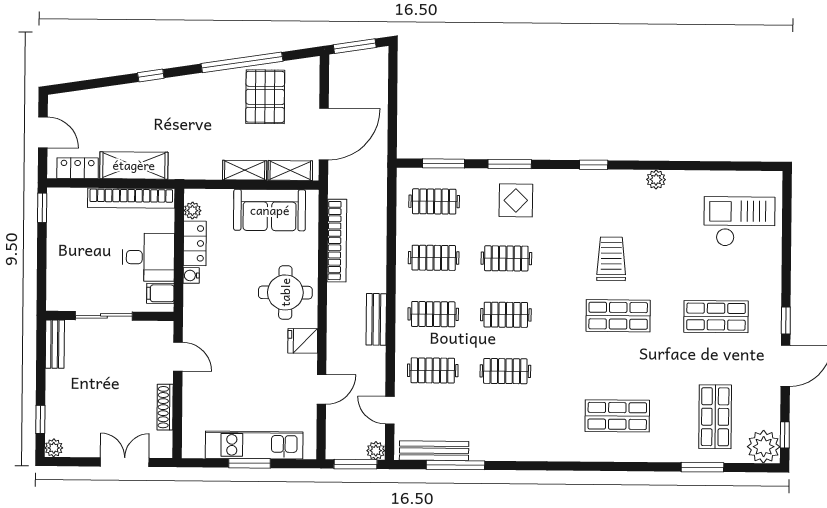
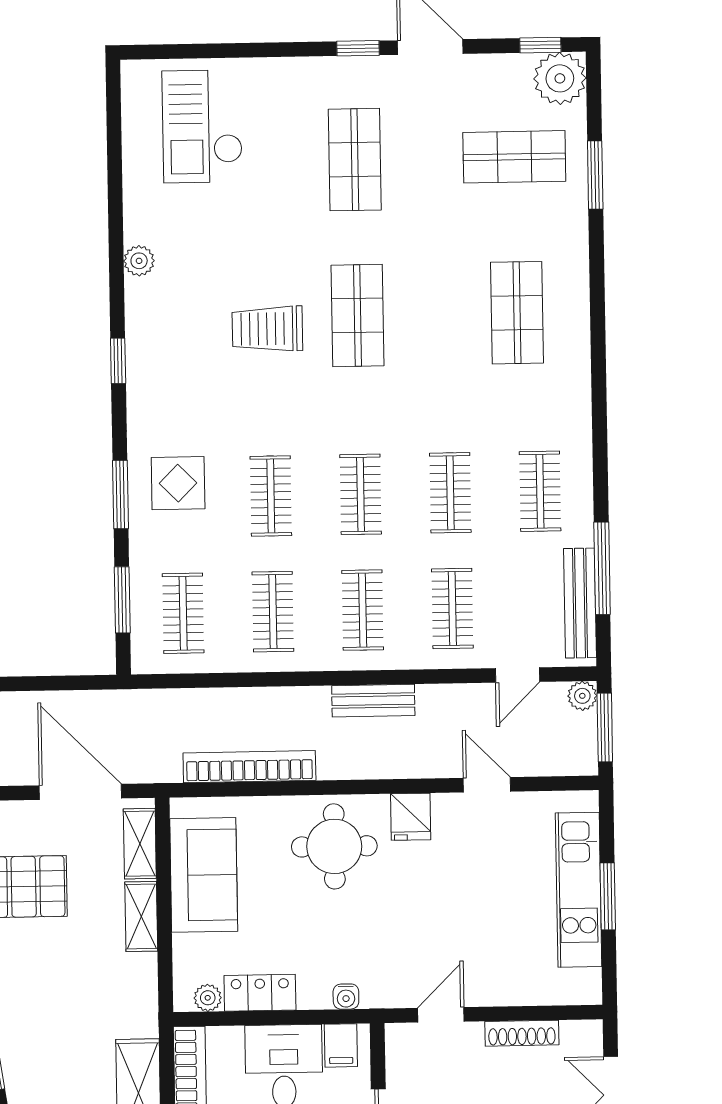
water cooler: (191, 275) -> (346, 997), moved
clothes rail: (505, 427) -> (540, 491), added

